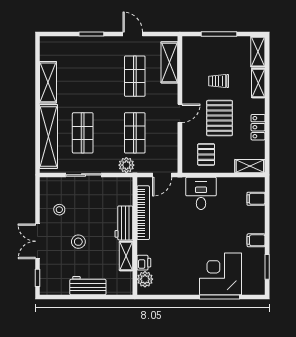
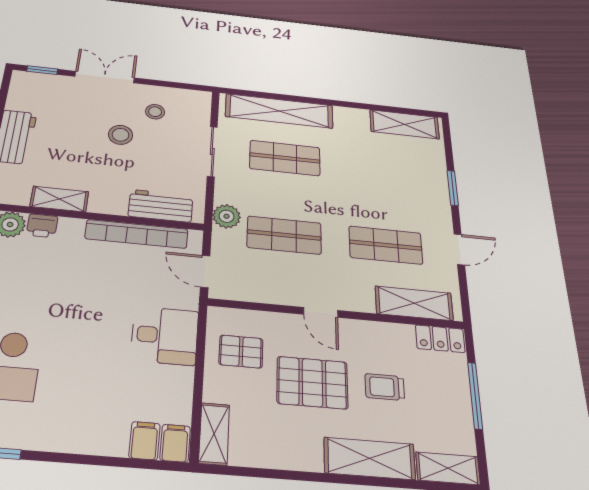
trolley: (219, 81) -> (385, 387), turned -90
shelving: (48, 82) -> (404, 124), moved
shelving: (258, 83) -> (370, 458), width x1.50, depth x1.33
locker: (258, 127) -> (440, 339), moved, turned 180
workbench: (124, 223) -> (161, 206), moved
filing cabinet: (256, 240) -> (175, 443), moved
stool: (78, 242) -> (121, 135), moved

